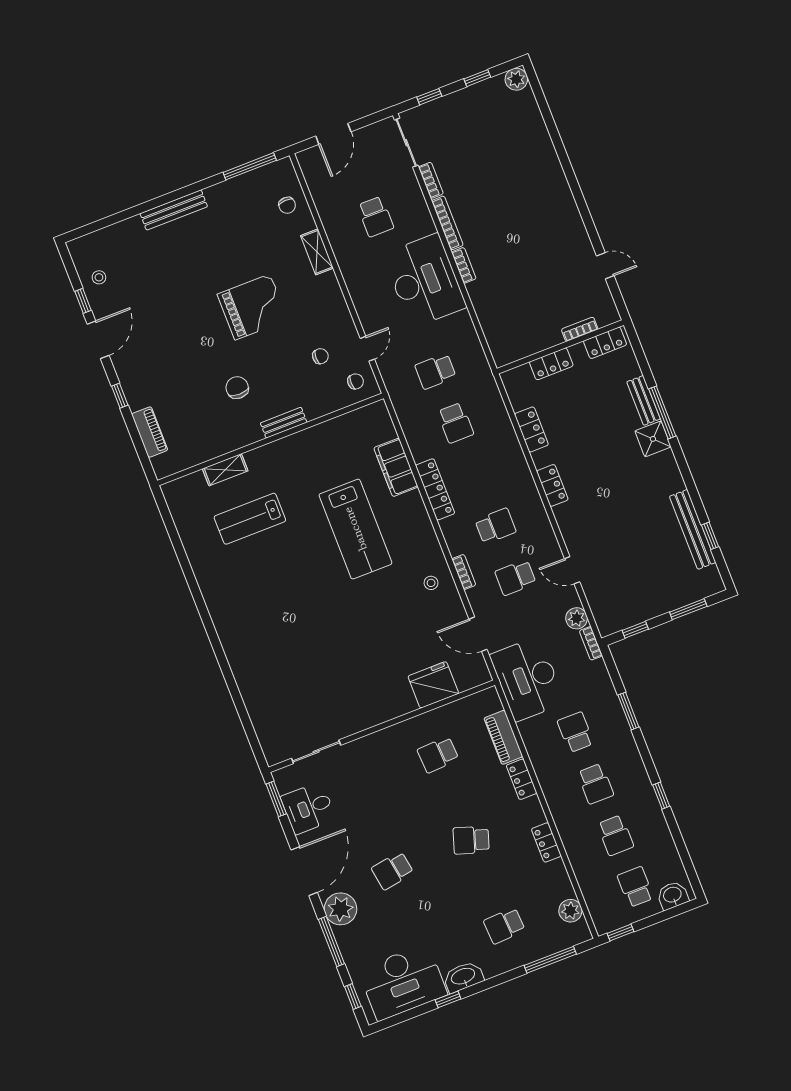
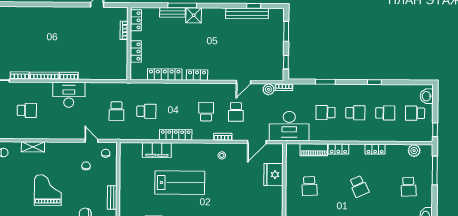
desk: (425, 281) -> (69, 95), width x0.73, depth x0.77
locker: (531, 429) -> (165, 74), width x1.53
school desk: (471, 840) -> (359, 186), turned -42

